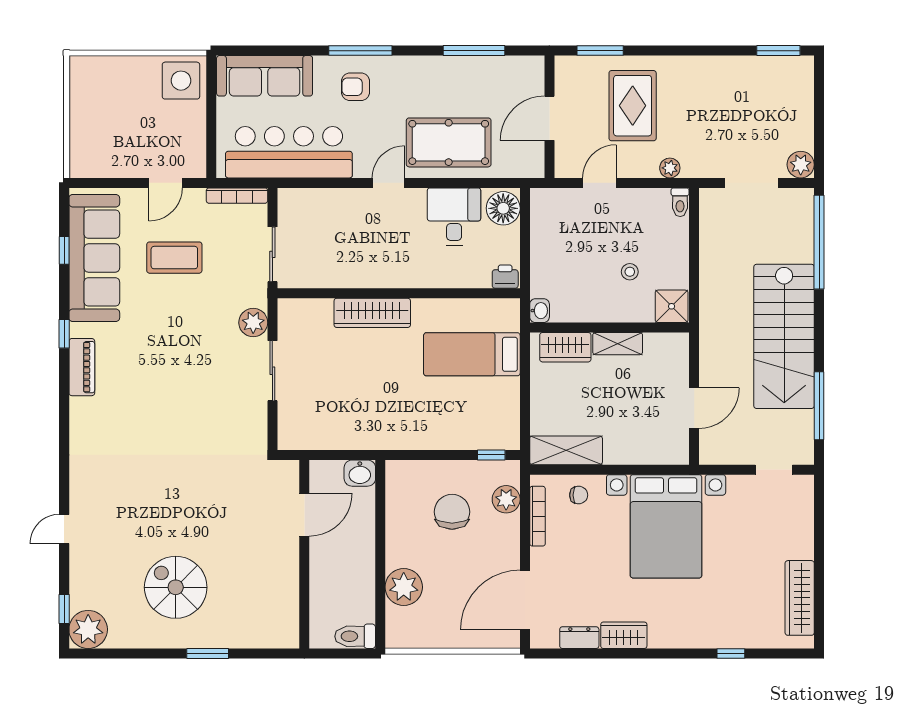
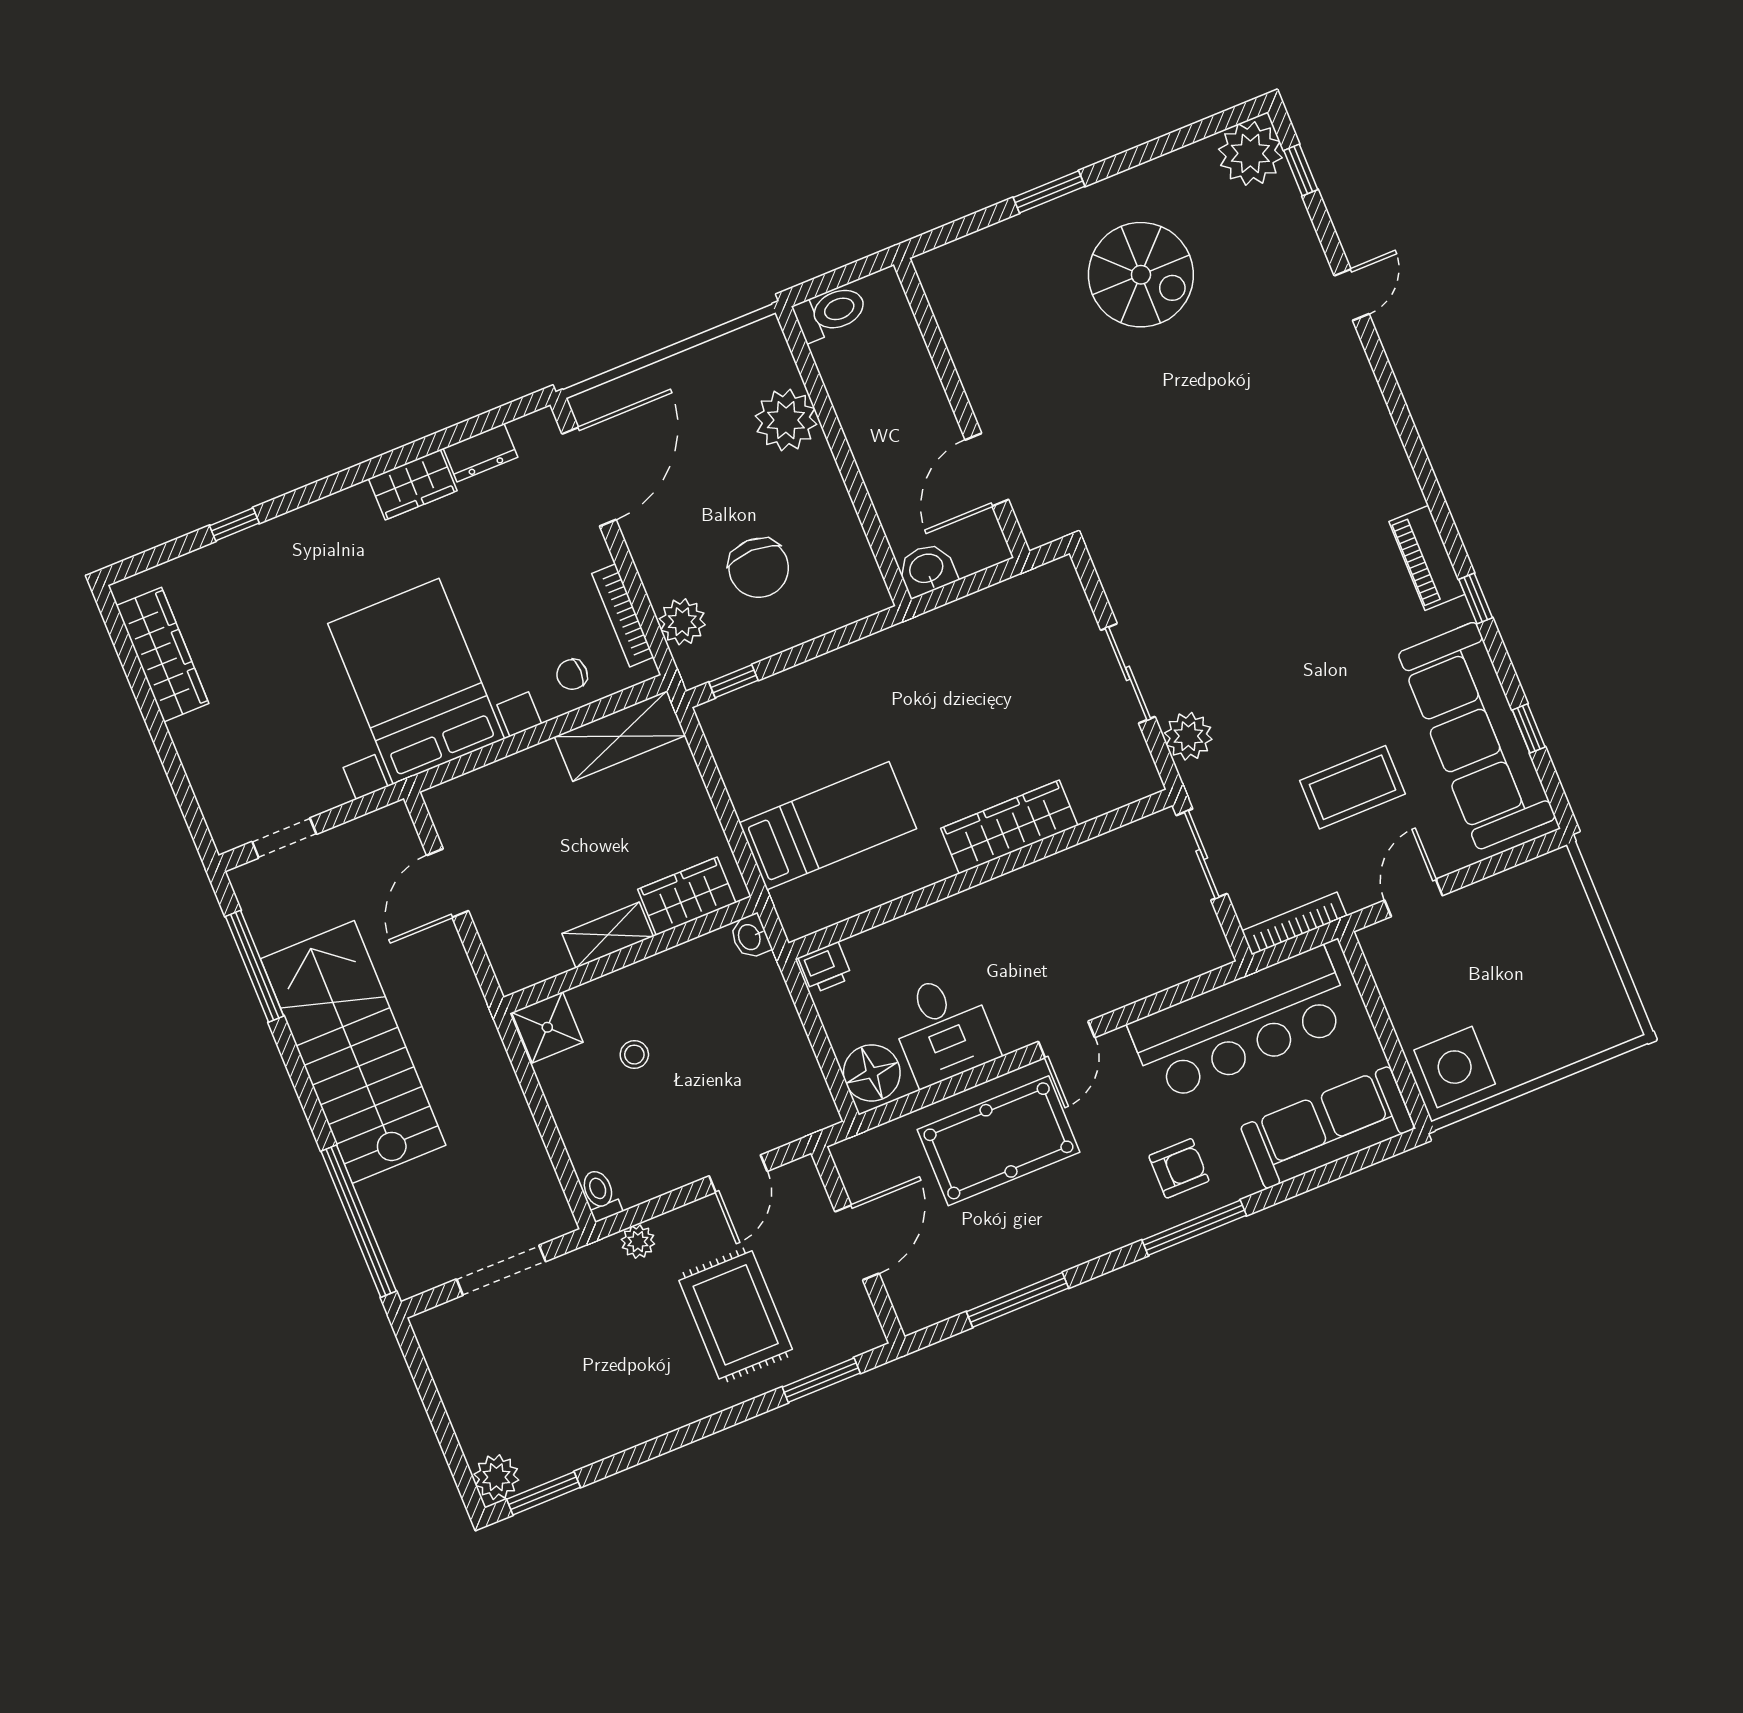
plant: (801, 165) -> (496, 1477), moved

